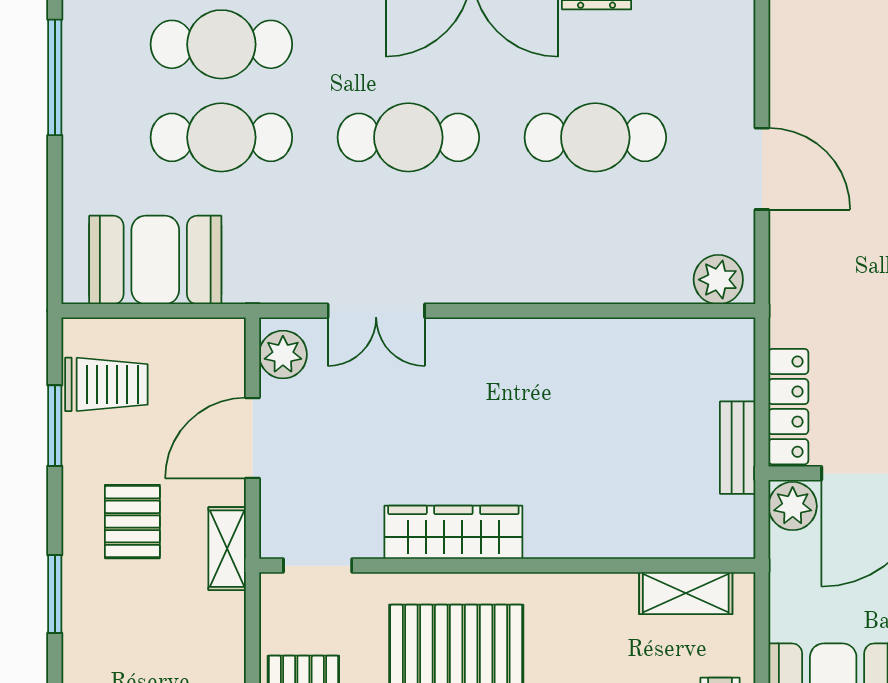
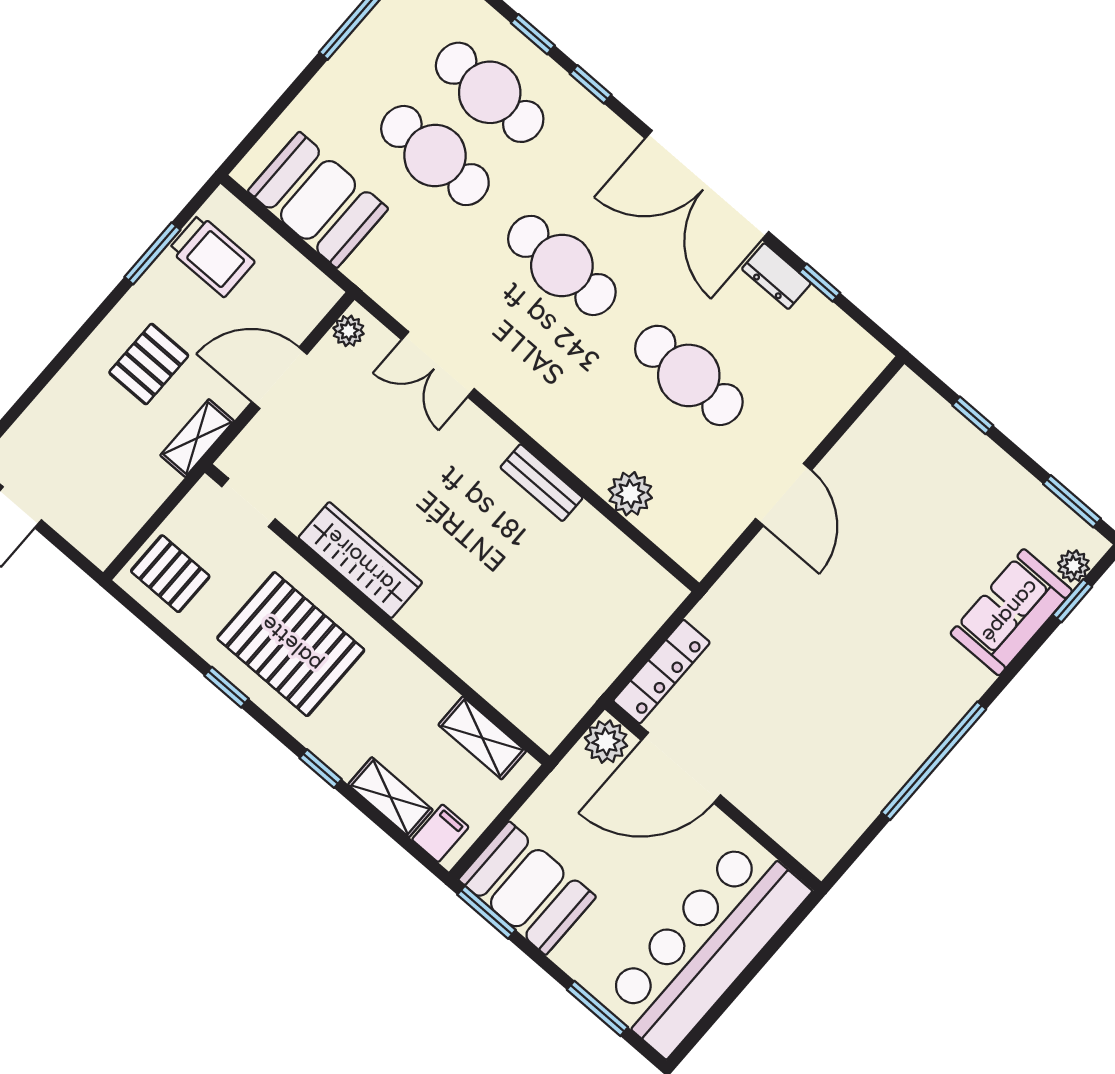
plant: (718, 280) -> (630, 494), moved
plant: (283, 355) -> (349, 331), width x0.73, depth x0.73
bench: (738, 448) -> (541, 483), moved, turned 90
window: (55, 594) -> (53, 368), removed

